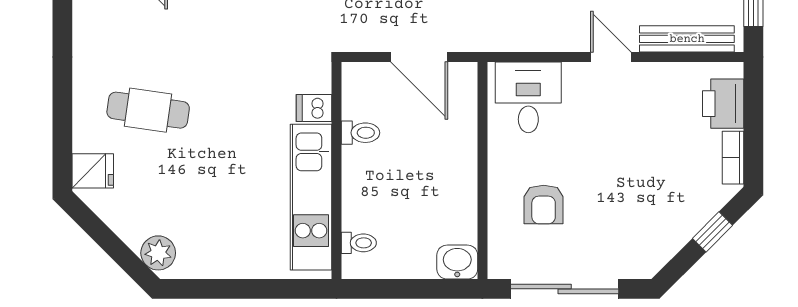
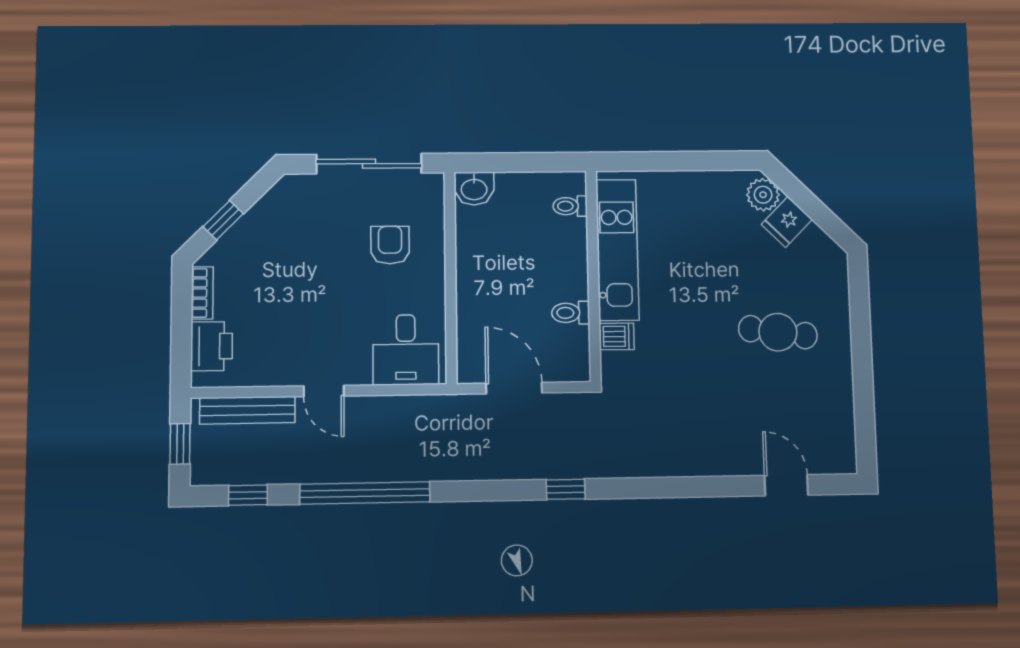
fridge: (93, 171) -> (787, 222), moved, turned -45

